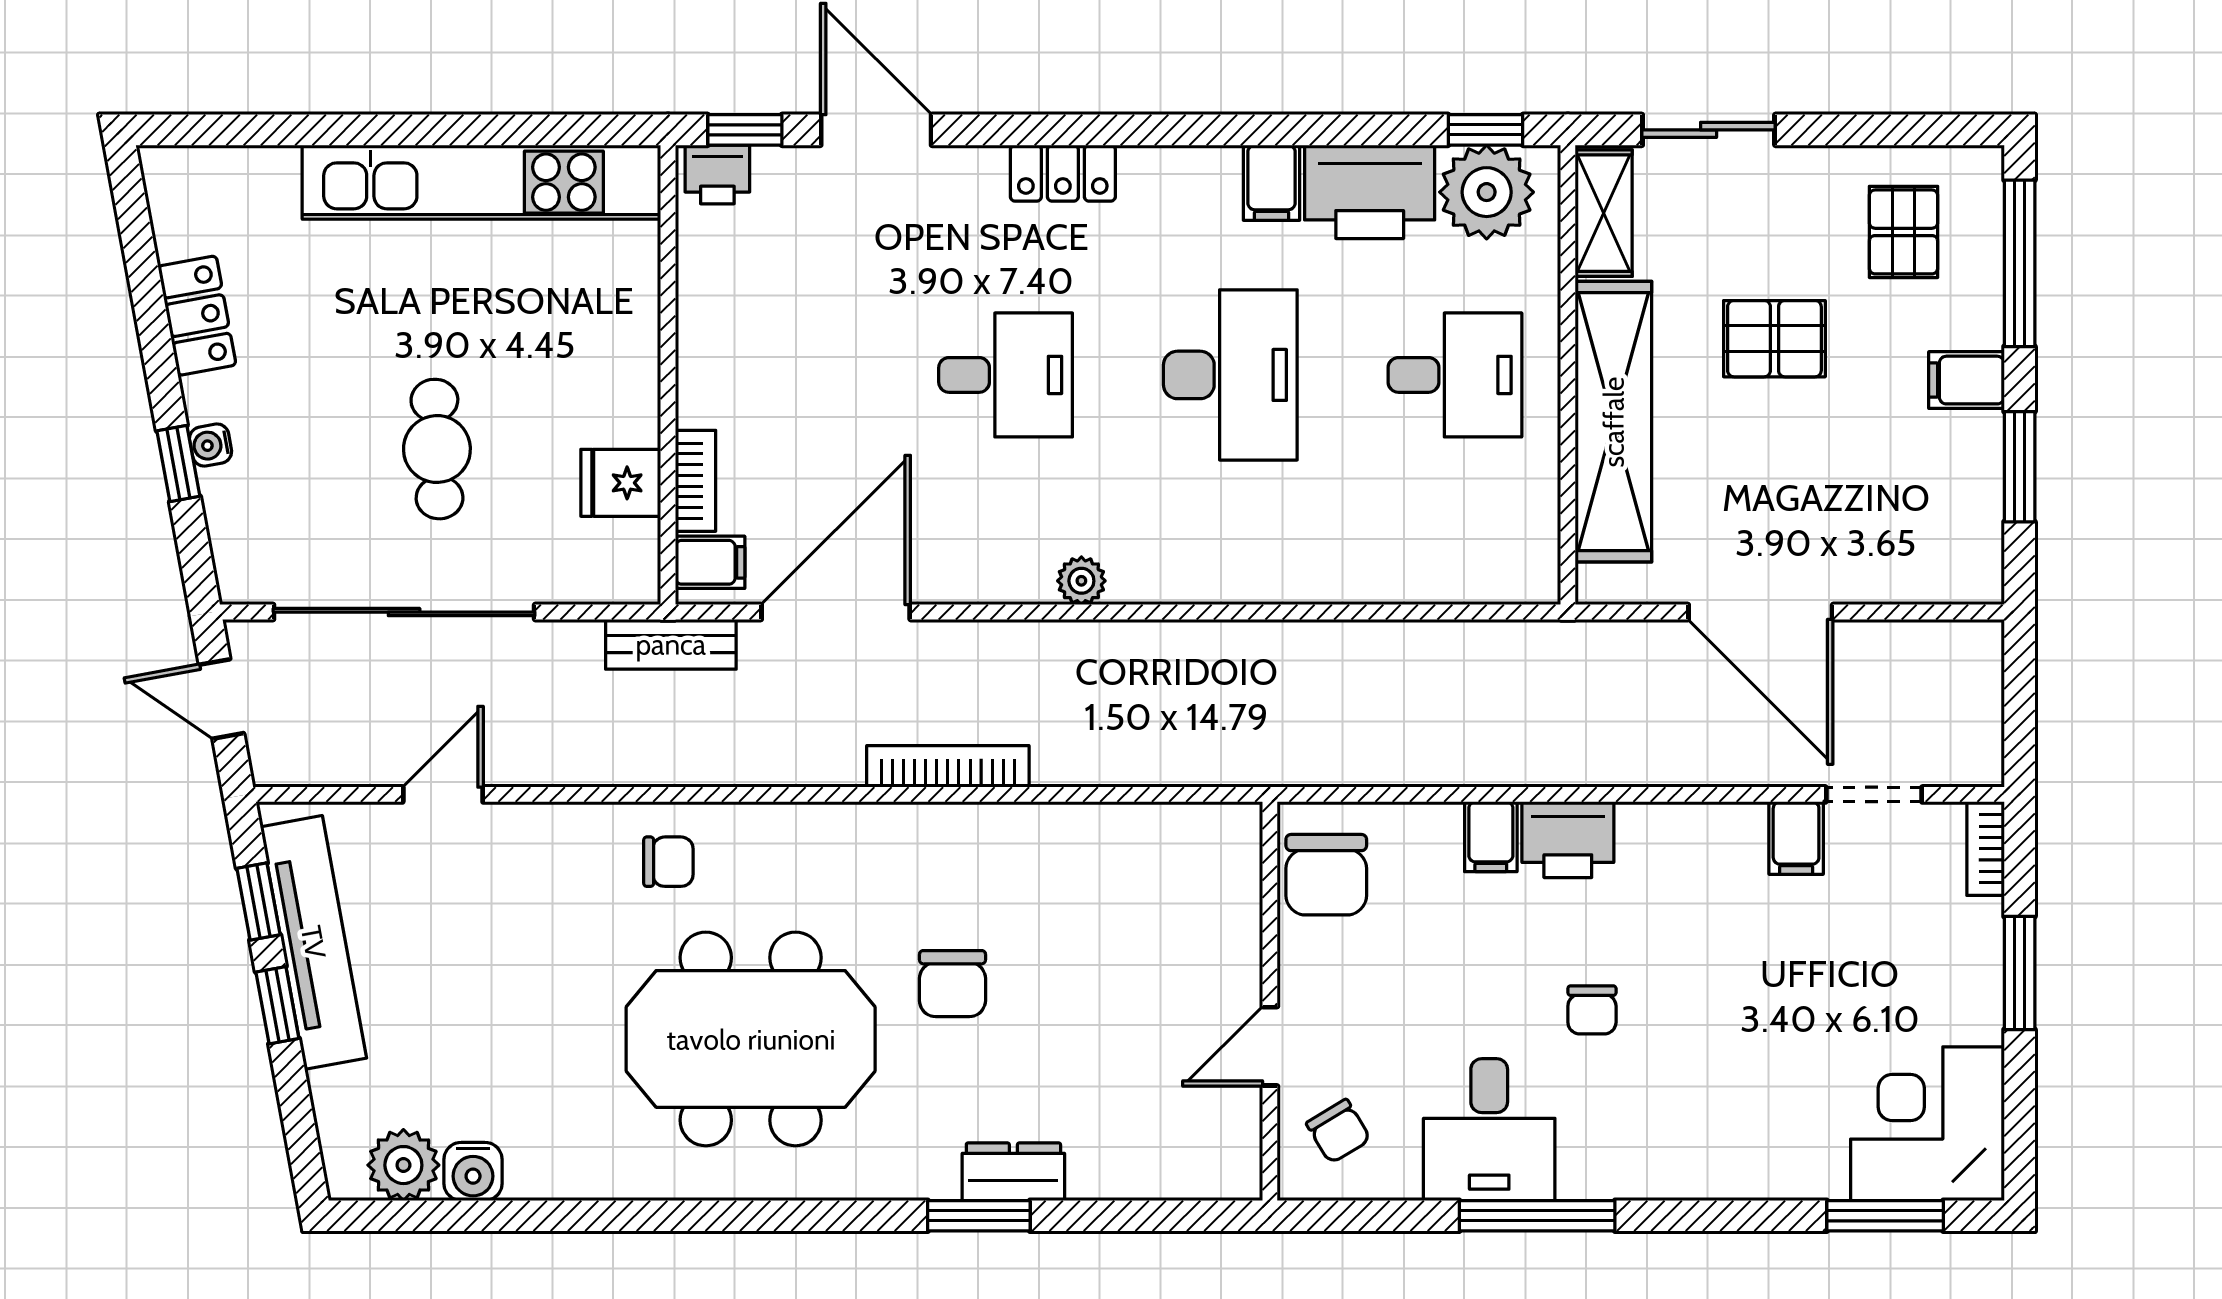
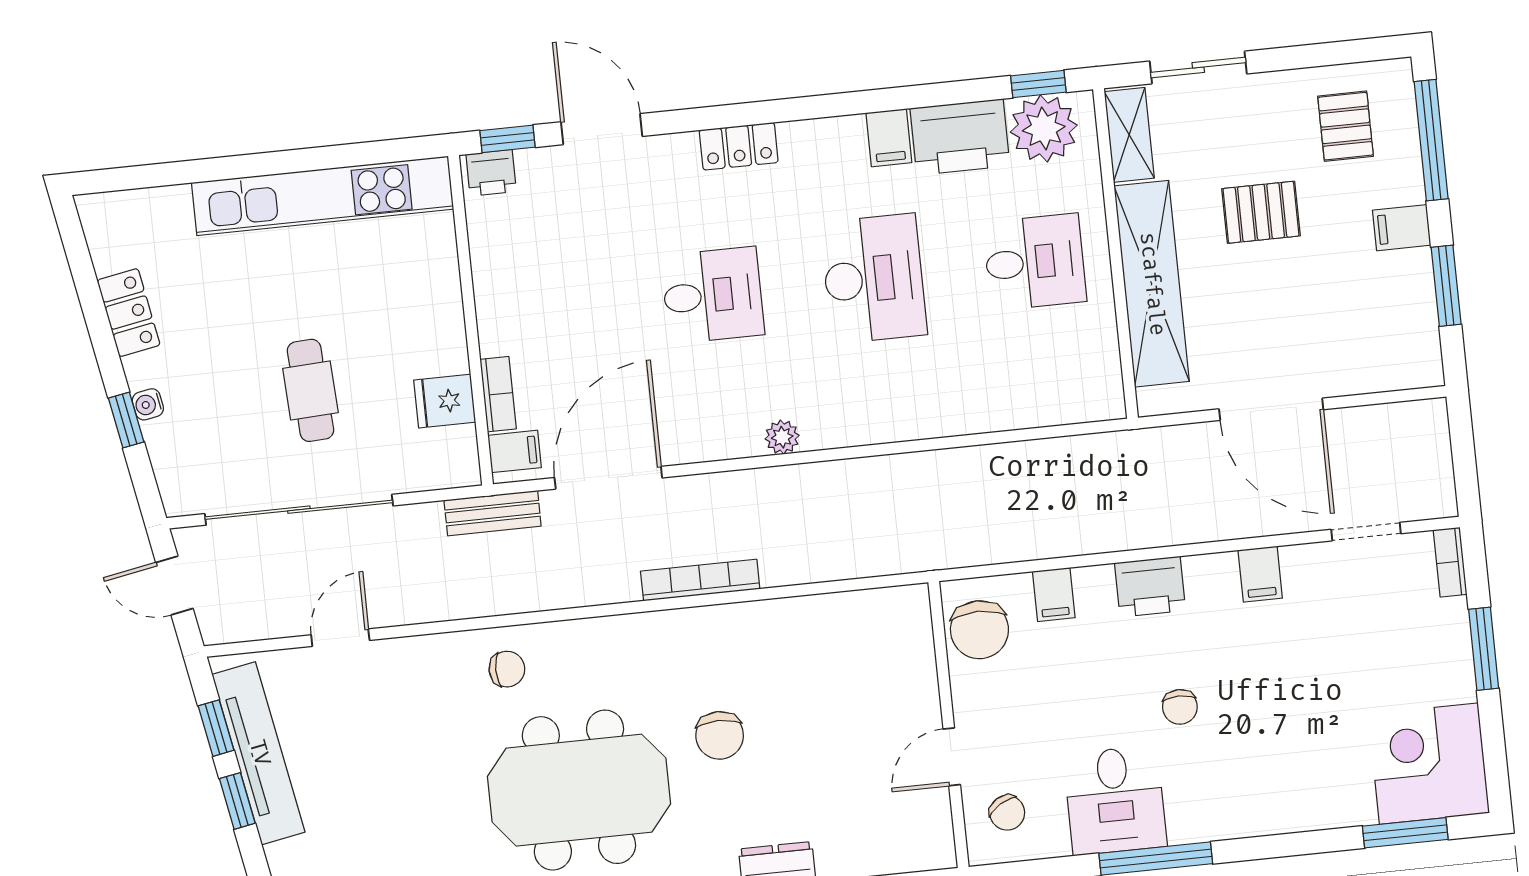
filing cabinet: (1491, 837) -> (1054, 594), moved
filing cabinet: (1796, 838) -> (1260, 574), moved

